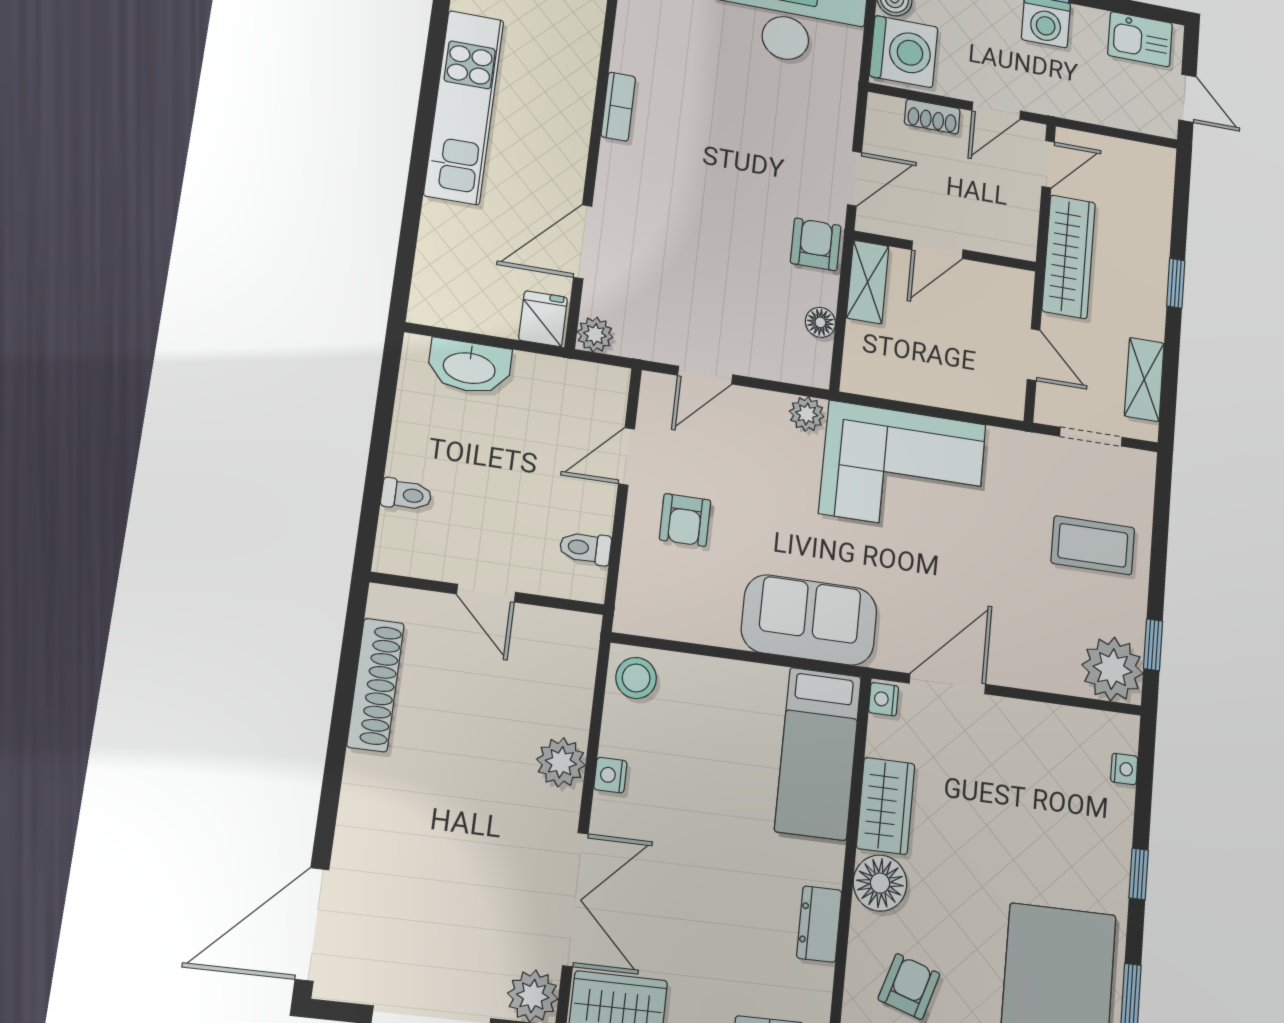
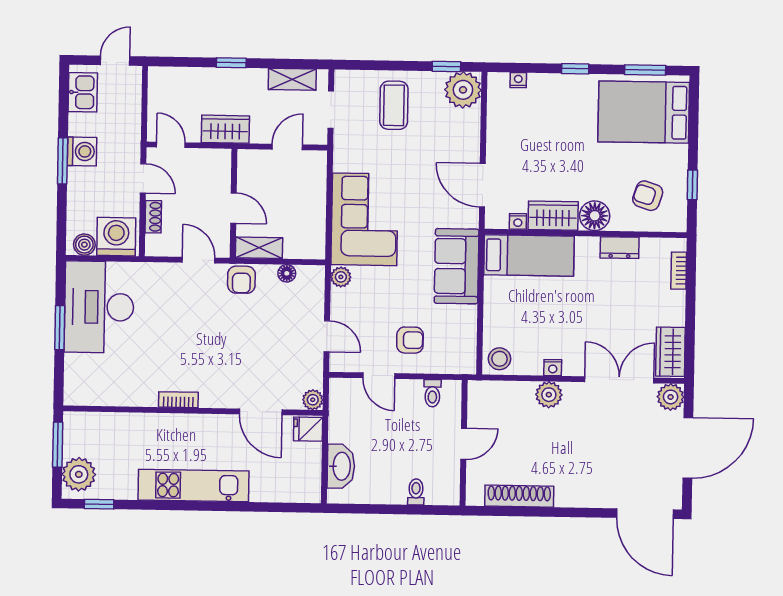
armchair: (816, 244) -> (241, 280), turned -90
wardrobe: (1069, 257) -> (225, 129), width x0.67
nightstand: (884, 699) -> (518, 221), moved

